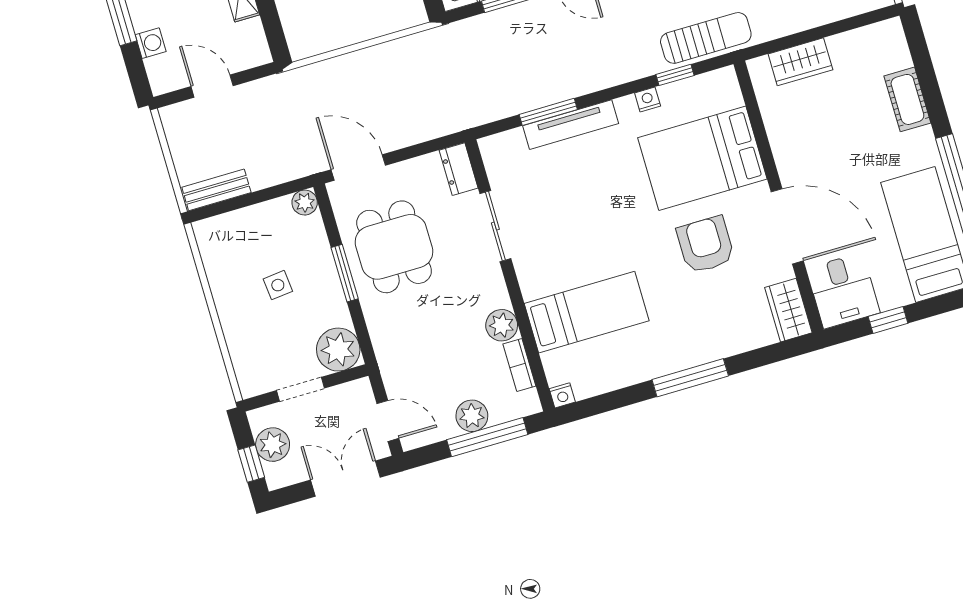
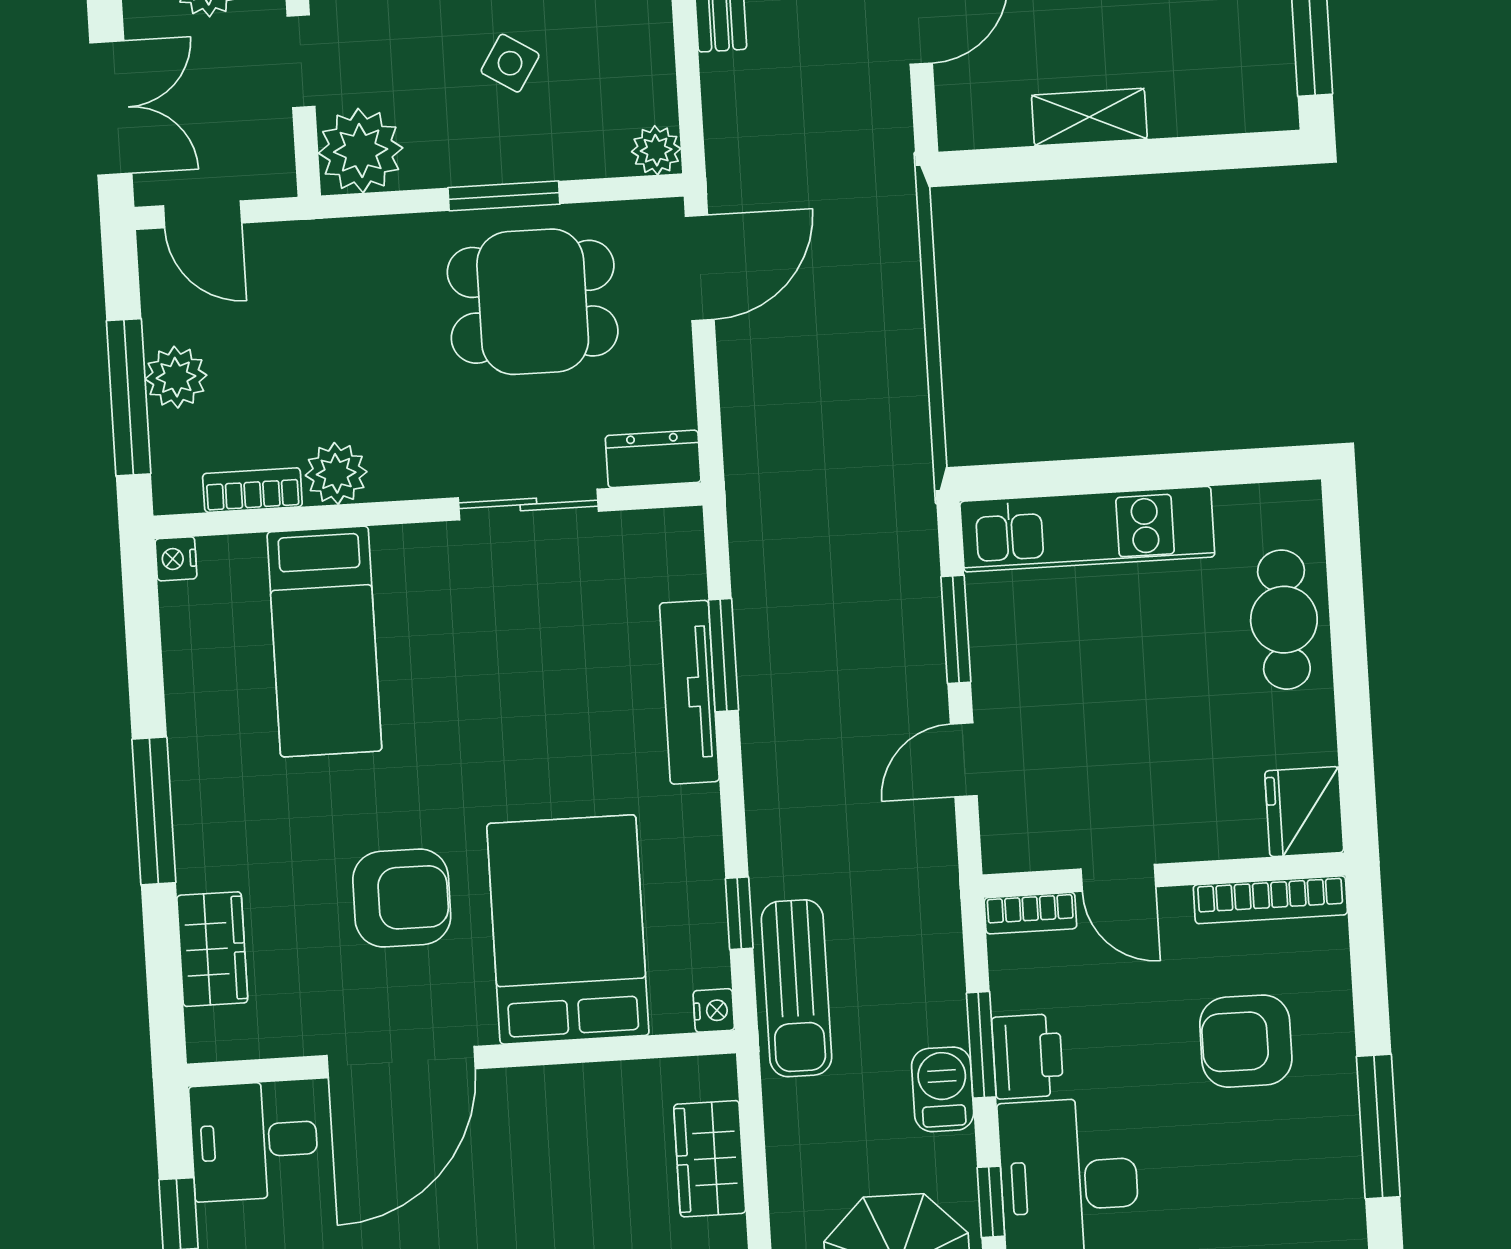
nightstand: (648, 100) -> (714, 1010), moved
side table: (278, 285) -> (510, 63), turned 38
wardrobe: (788, 310) -> (212, 949), moved, turned 90
door: (388, 421) -> (203, 214), hinge flipped

